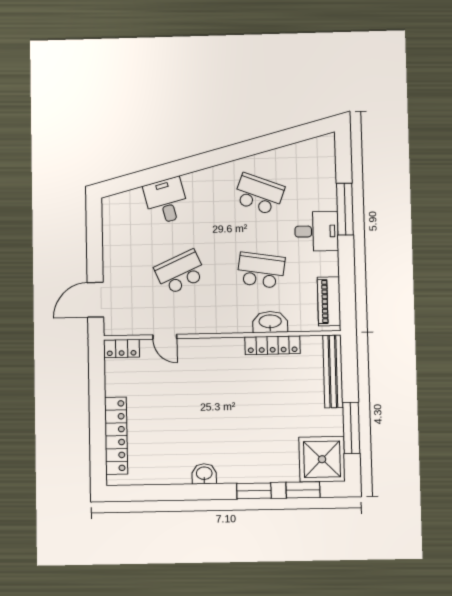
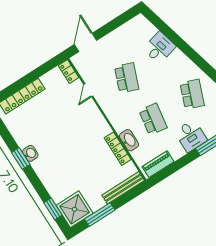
school desk: (180, 272) -> (127, 78), turned 45
door: (95, 300) -> (86, 42), hinge flipped
window: (254, 491) -> (21, 158), moved

